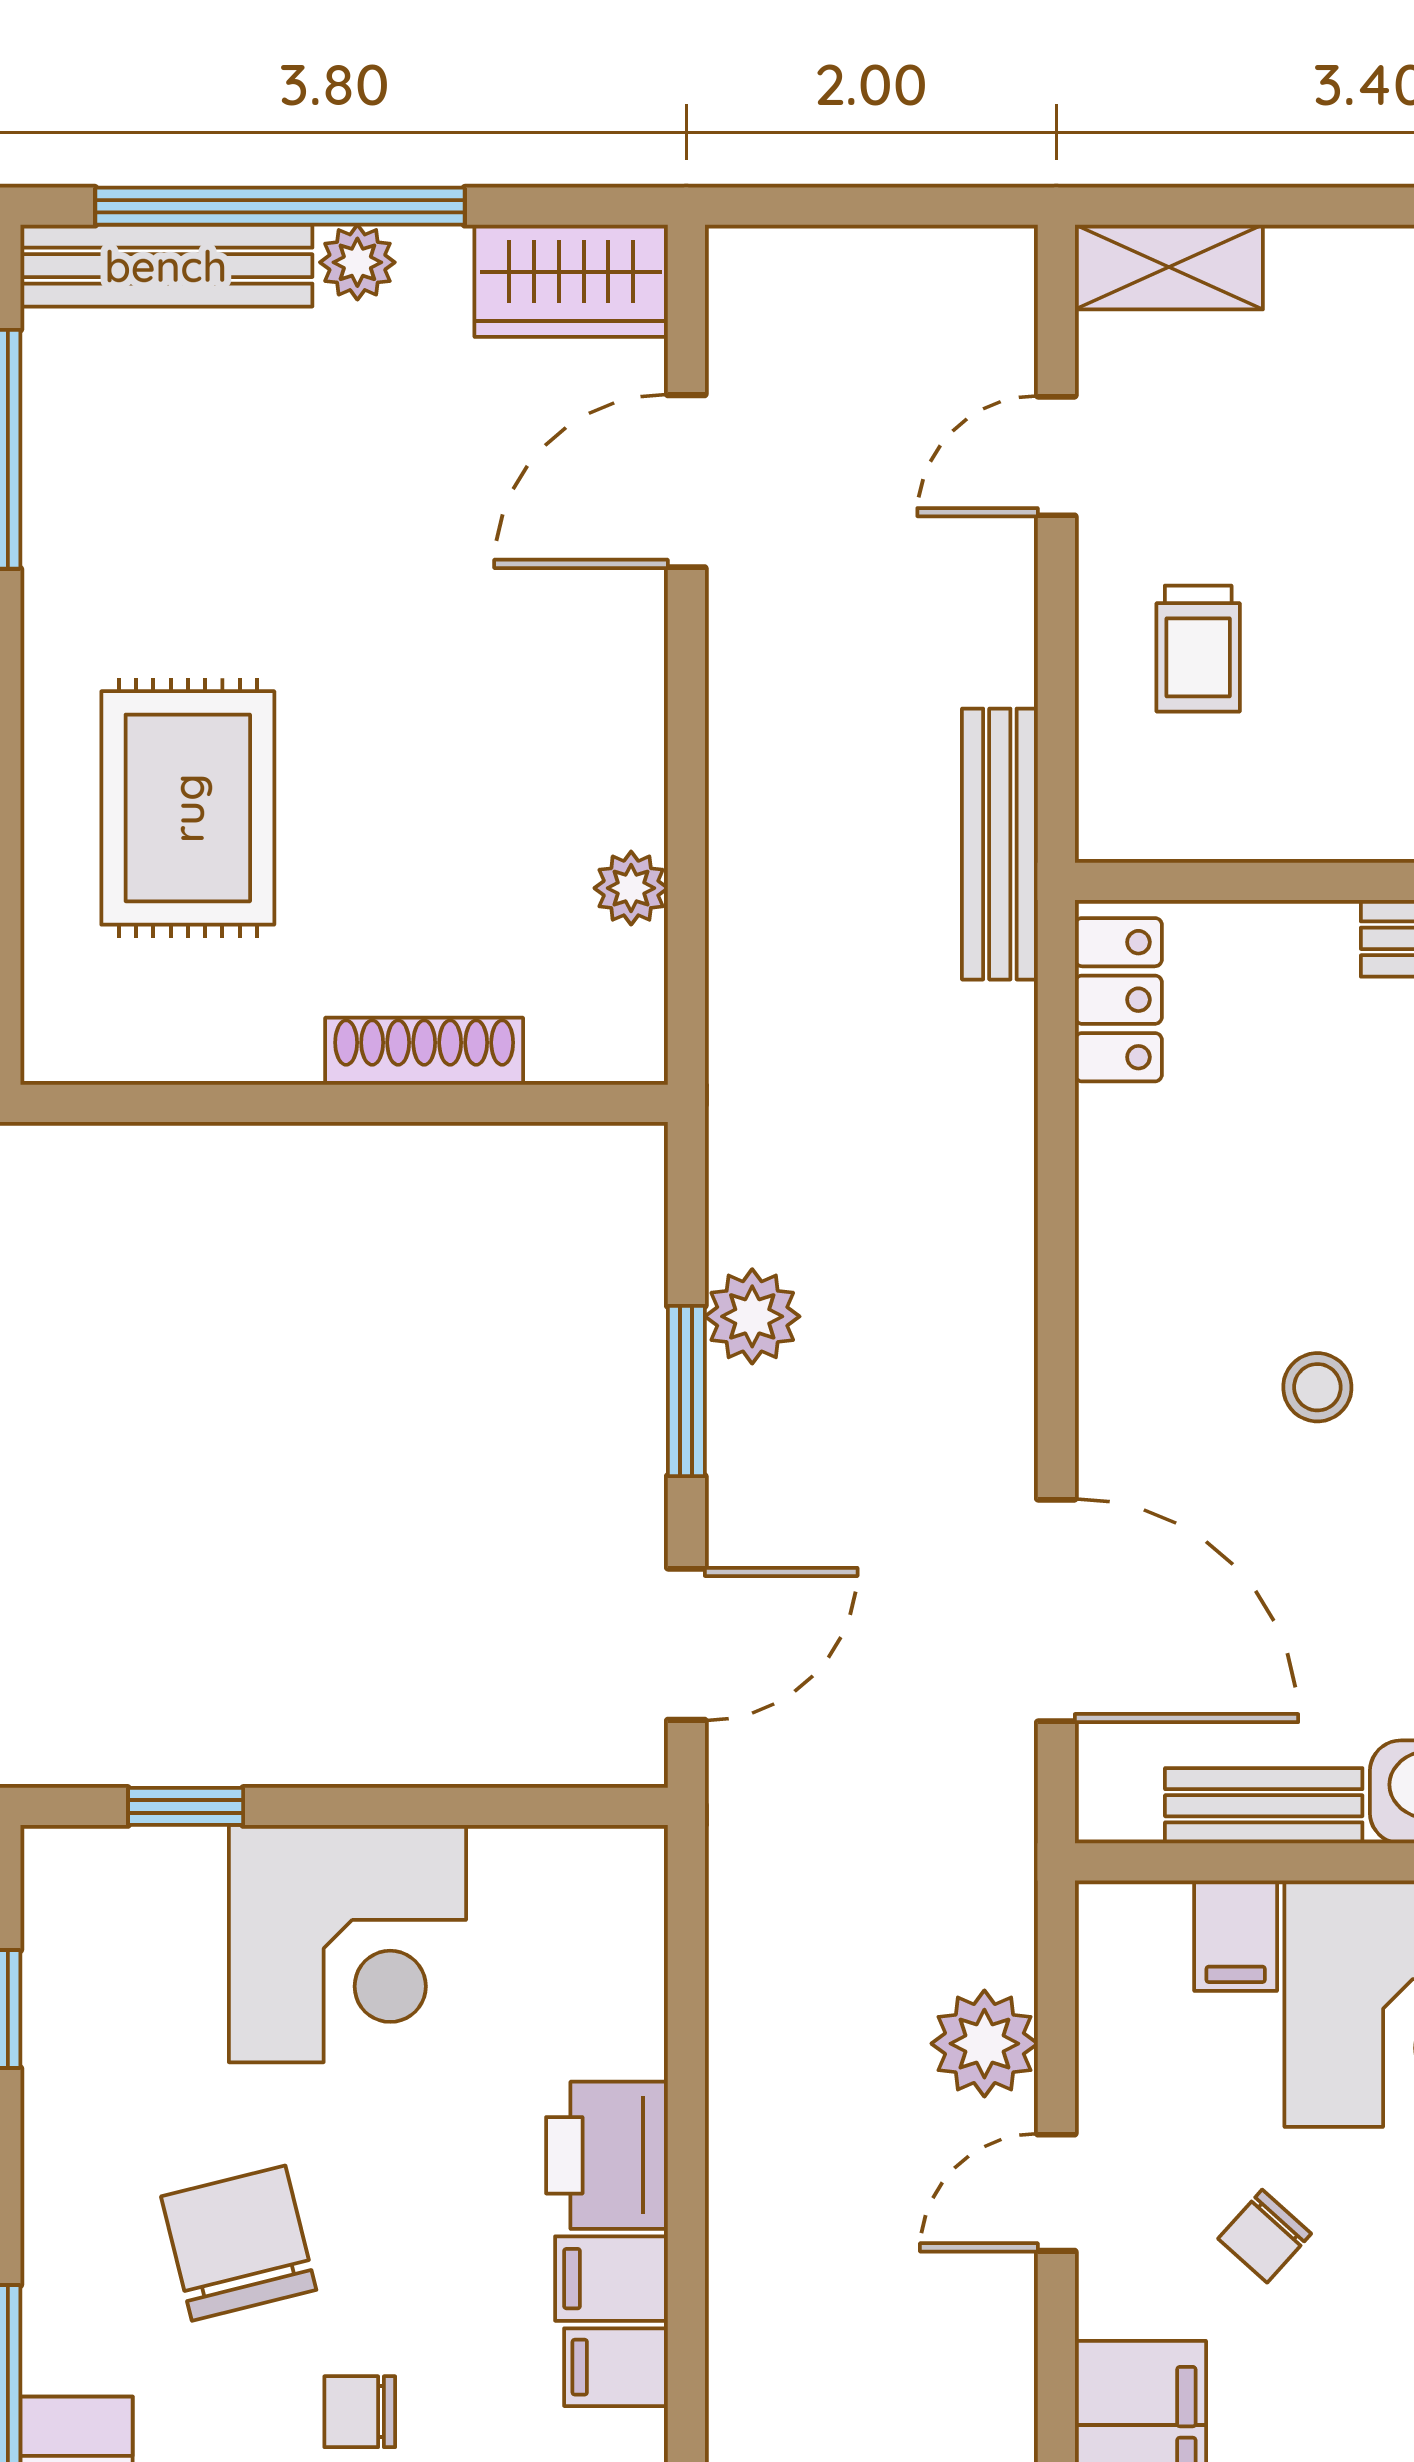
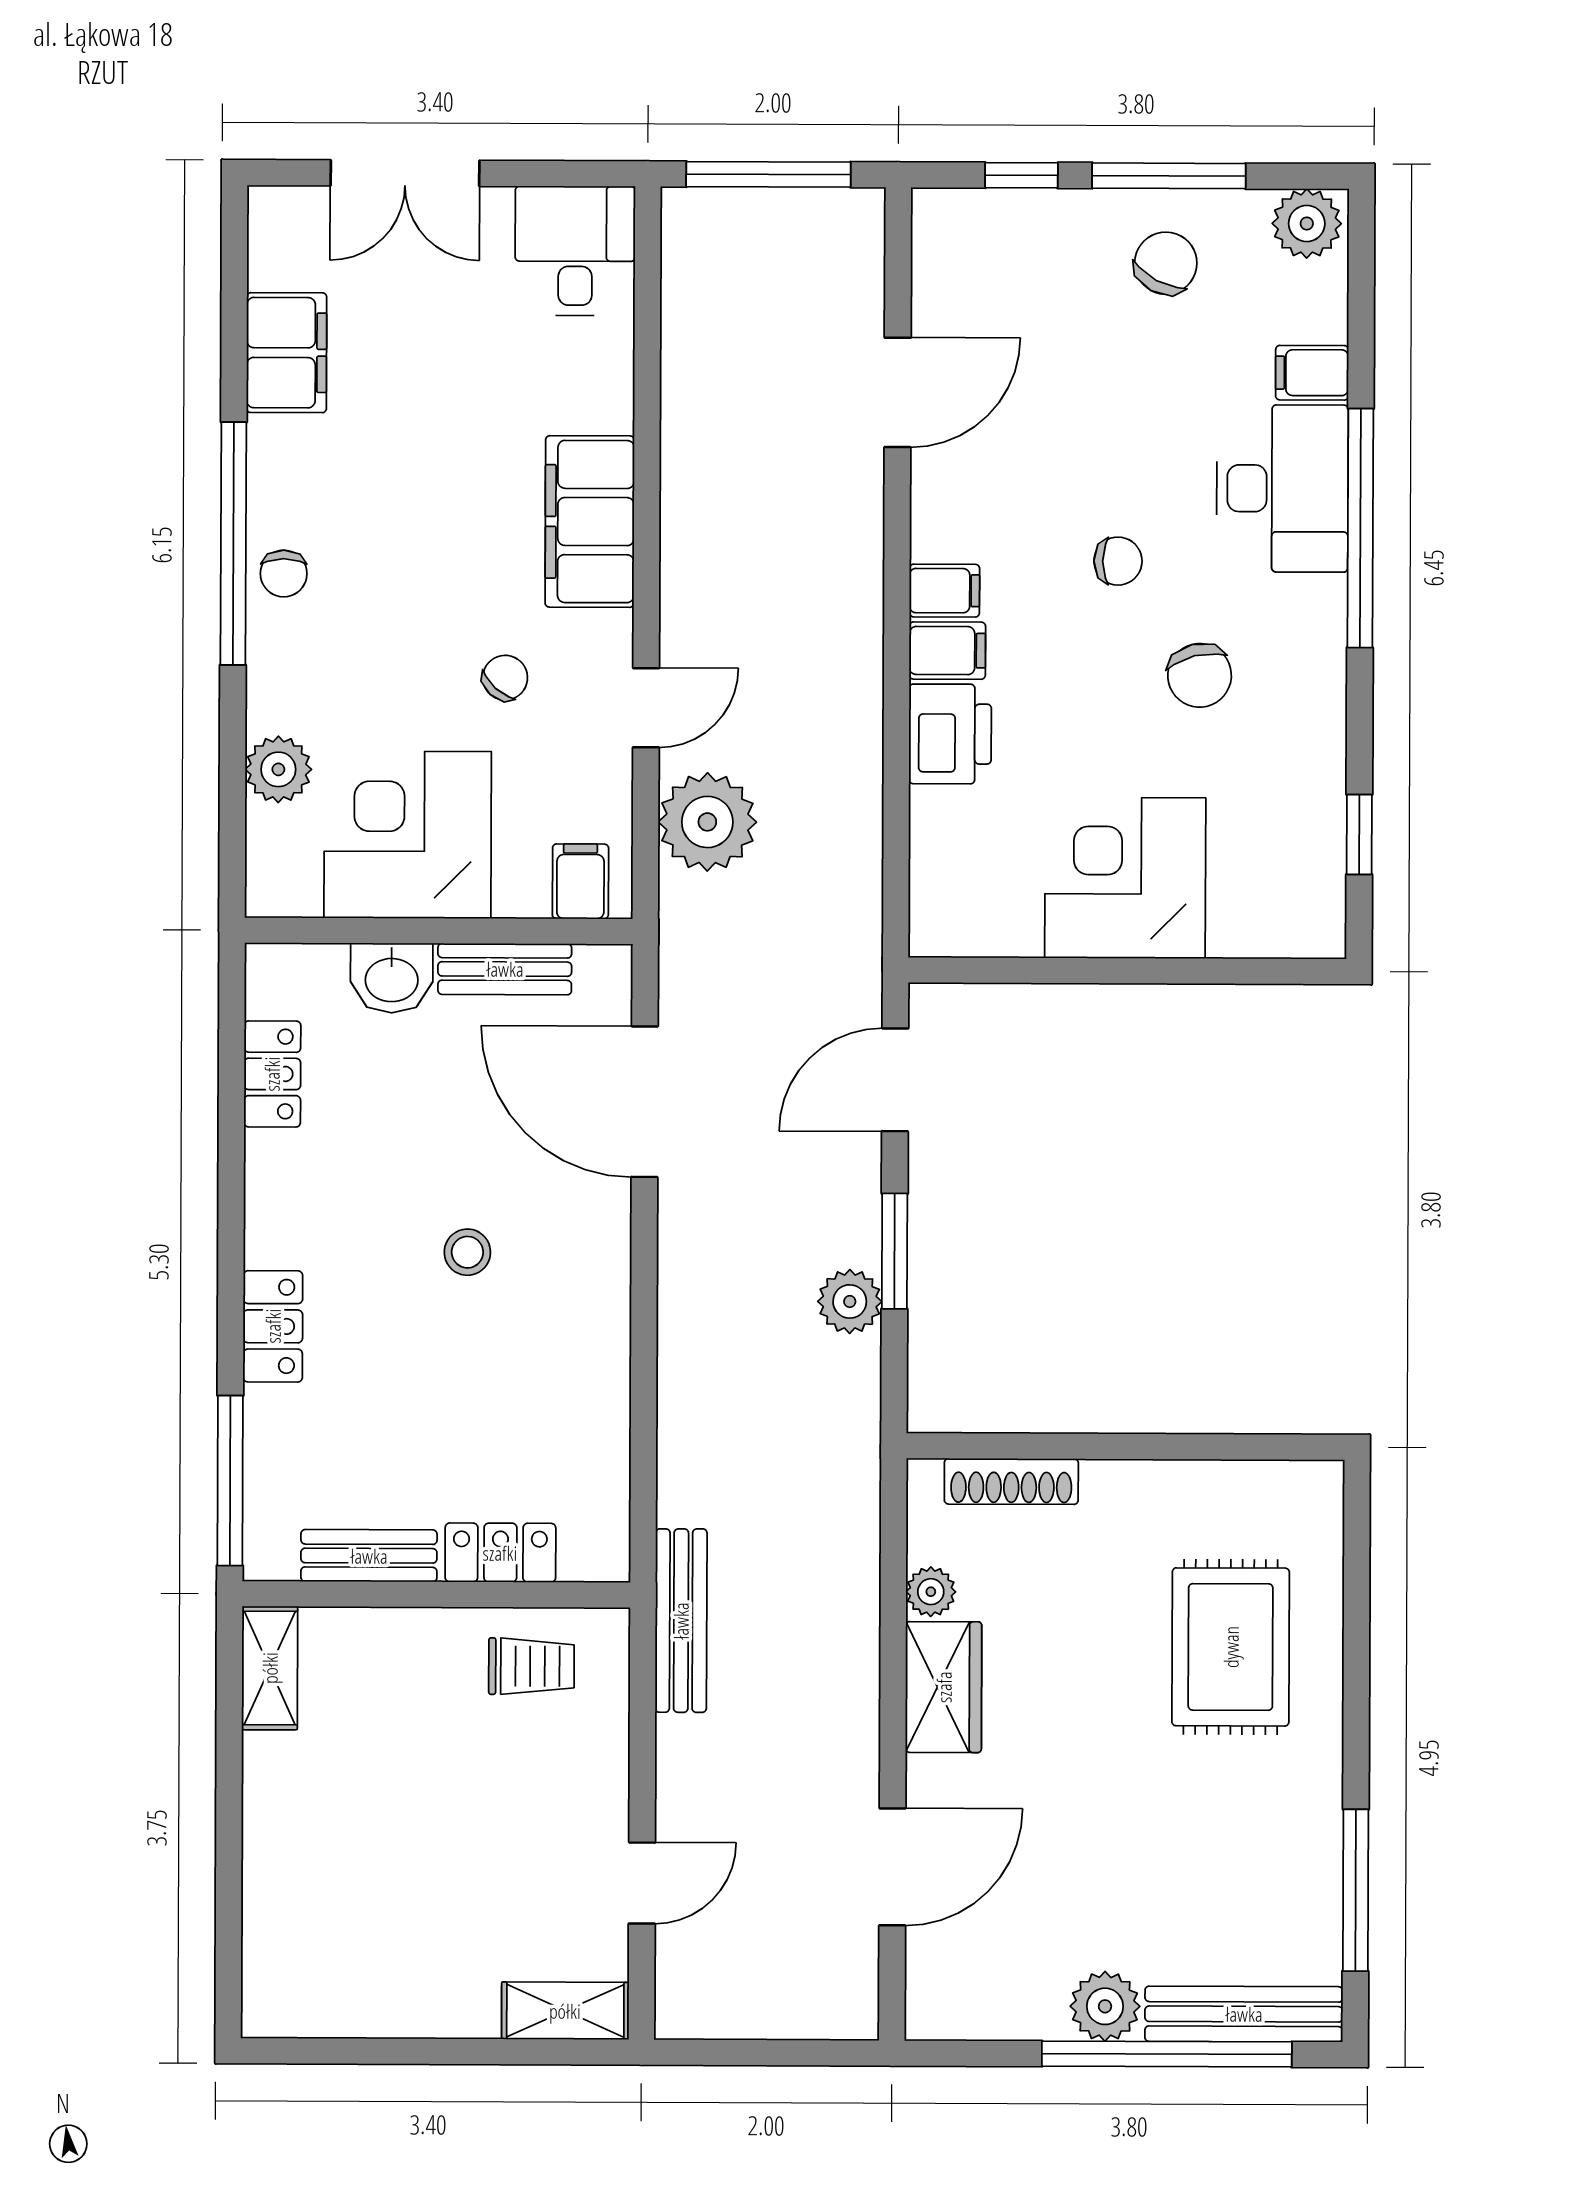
plant: (357, 262) -> (1105, 2006), width x1.38, depth x1.38
wardrobe: (571, 281) -> (944, 1687), moved, turned 90
trolley: (1198, 649) -> (531, 1666), moved, turned 90
locker: (1118, 1000) -> (500, 1553), moved, turned 90
shoe rack: (424, 1051) -> (1011, 1481), moved
window: (186, 1806) -> (1234, 971), removed
filing cabinet: (1236, 1936) -> (580, 881), moved
plant: (984, 2044) -> (707, 822), width x1.36, depth x1.36
chair: (239, 2243) -> (1200, 675), width x0.73, depth x0.73

